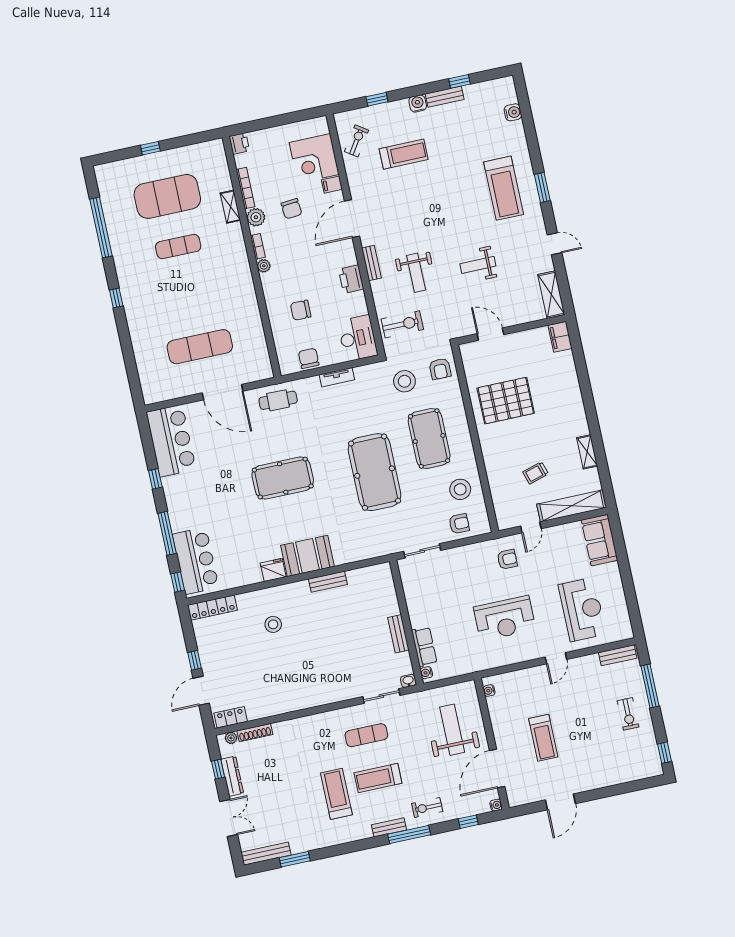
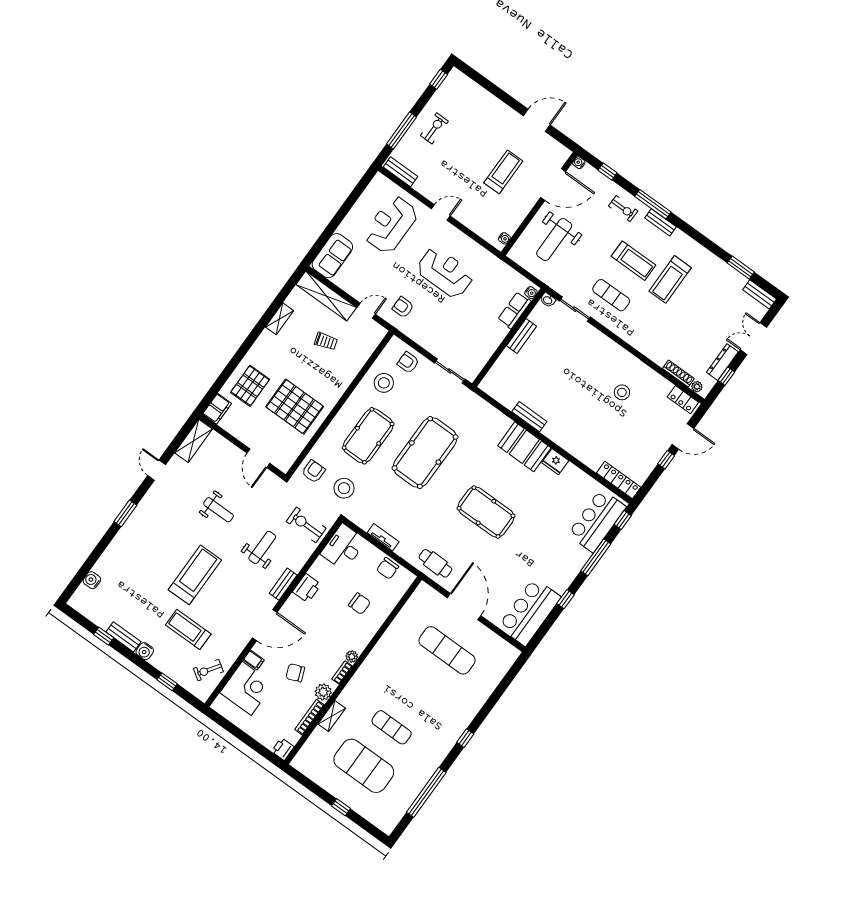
treadmill: (504, 188) -> (195, 575), moved
chair: (291, 209) -> (295, 673), turned -107
pallet: (555, 380) -> (250, 386), added
stool: (273, 624) -> (622, 392), moved
bench: (266, 854) -> (760, 294), width x0.73

